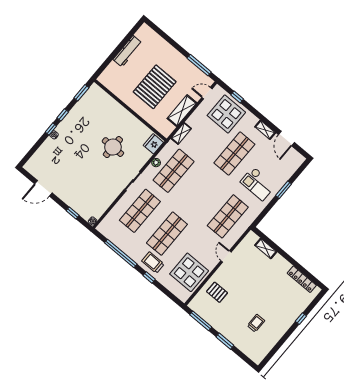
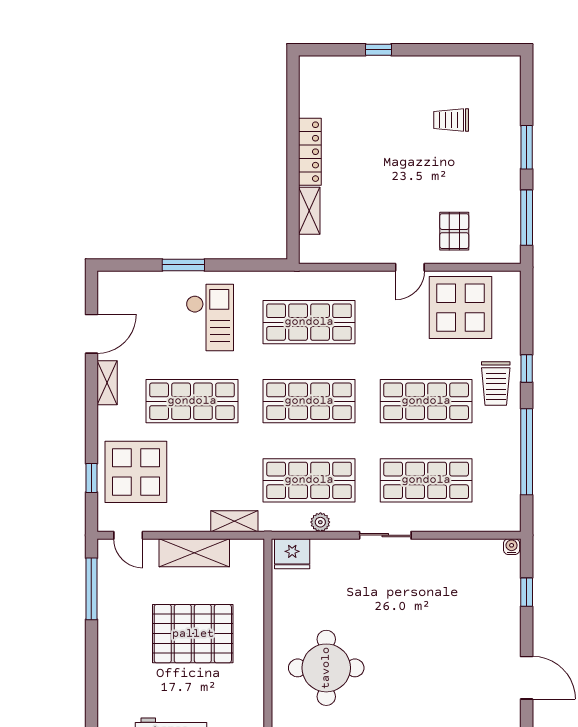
round table: (113, 147) -> (326, 668), moved, width x1.36, depth x1.36
shop shelf: (201, 194) -> (309, 401), added
door: (226, 256) -> (410, 267), moved
locker: (302, 279) -> (310, 152), moved

